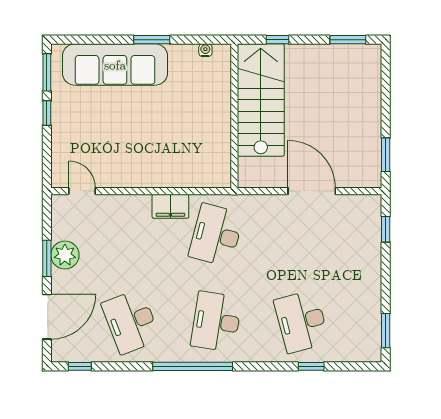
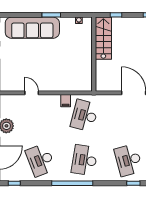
stairs: (261, 100) -> (103, 38), width x0.73, depth x0.66
door: (82, 191) -> (32, 93), moved
filing cabinet: (170, 206) -> (66, 101), width x0.50

